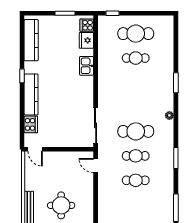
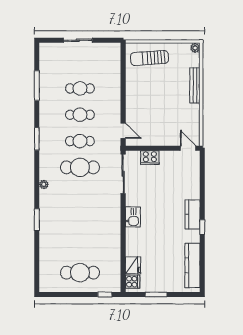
cafe table: (136, 58) -> (80, 88), moved
kitchen sink: (87, 66) -> (133, 217), moved
kitchen counter: (31, 94) -> (192, 215), width x0.67
cooker: (31, 124) -> (150, 158), moved, turned -90
round table: (61, 205) -> (160, 88), removed

